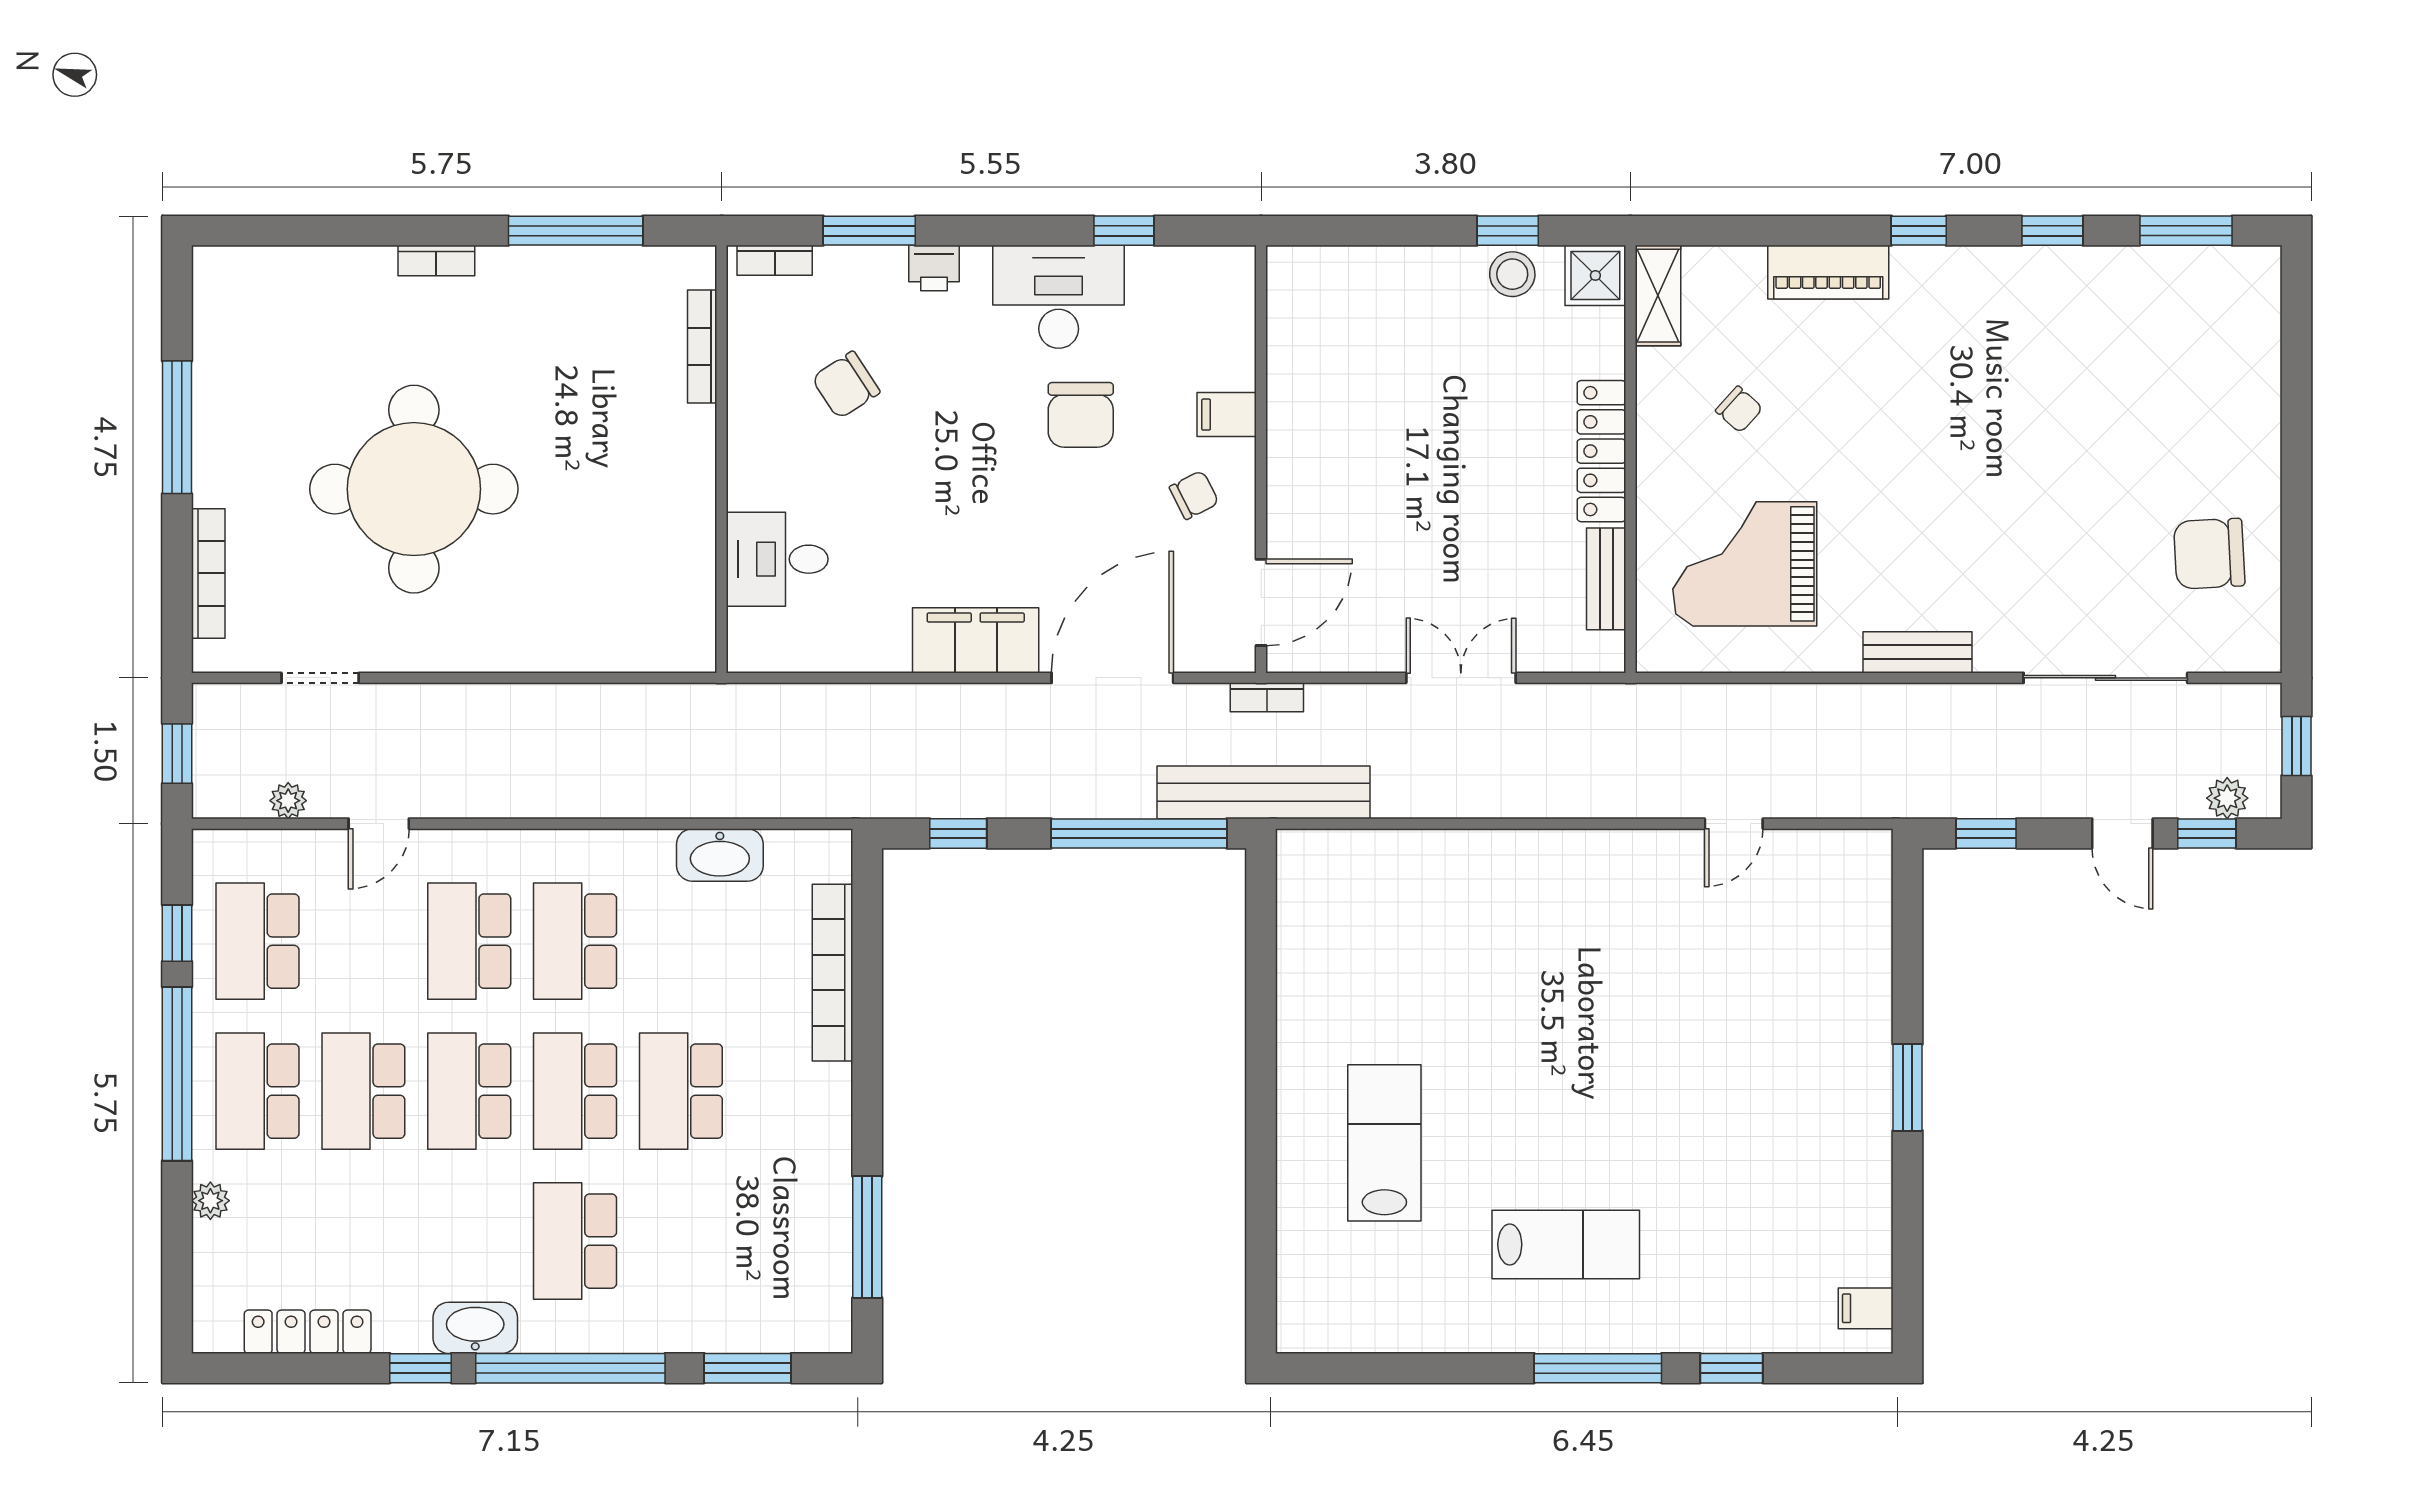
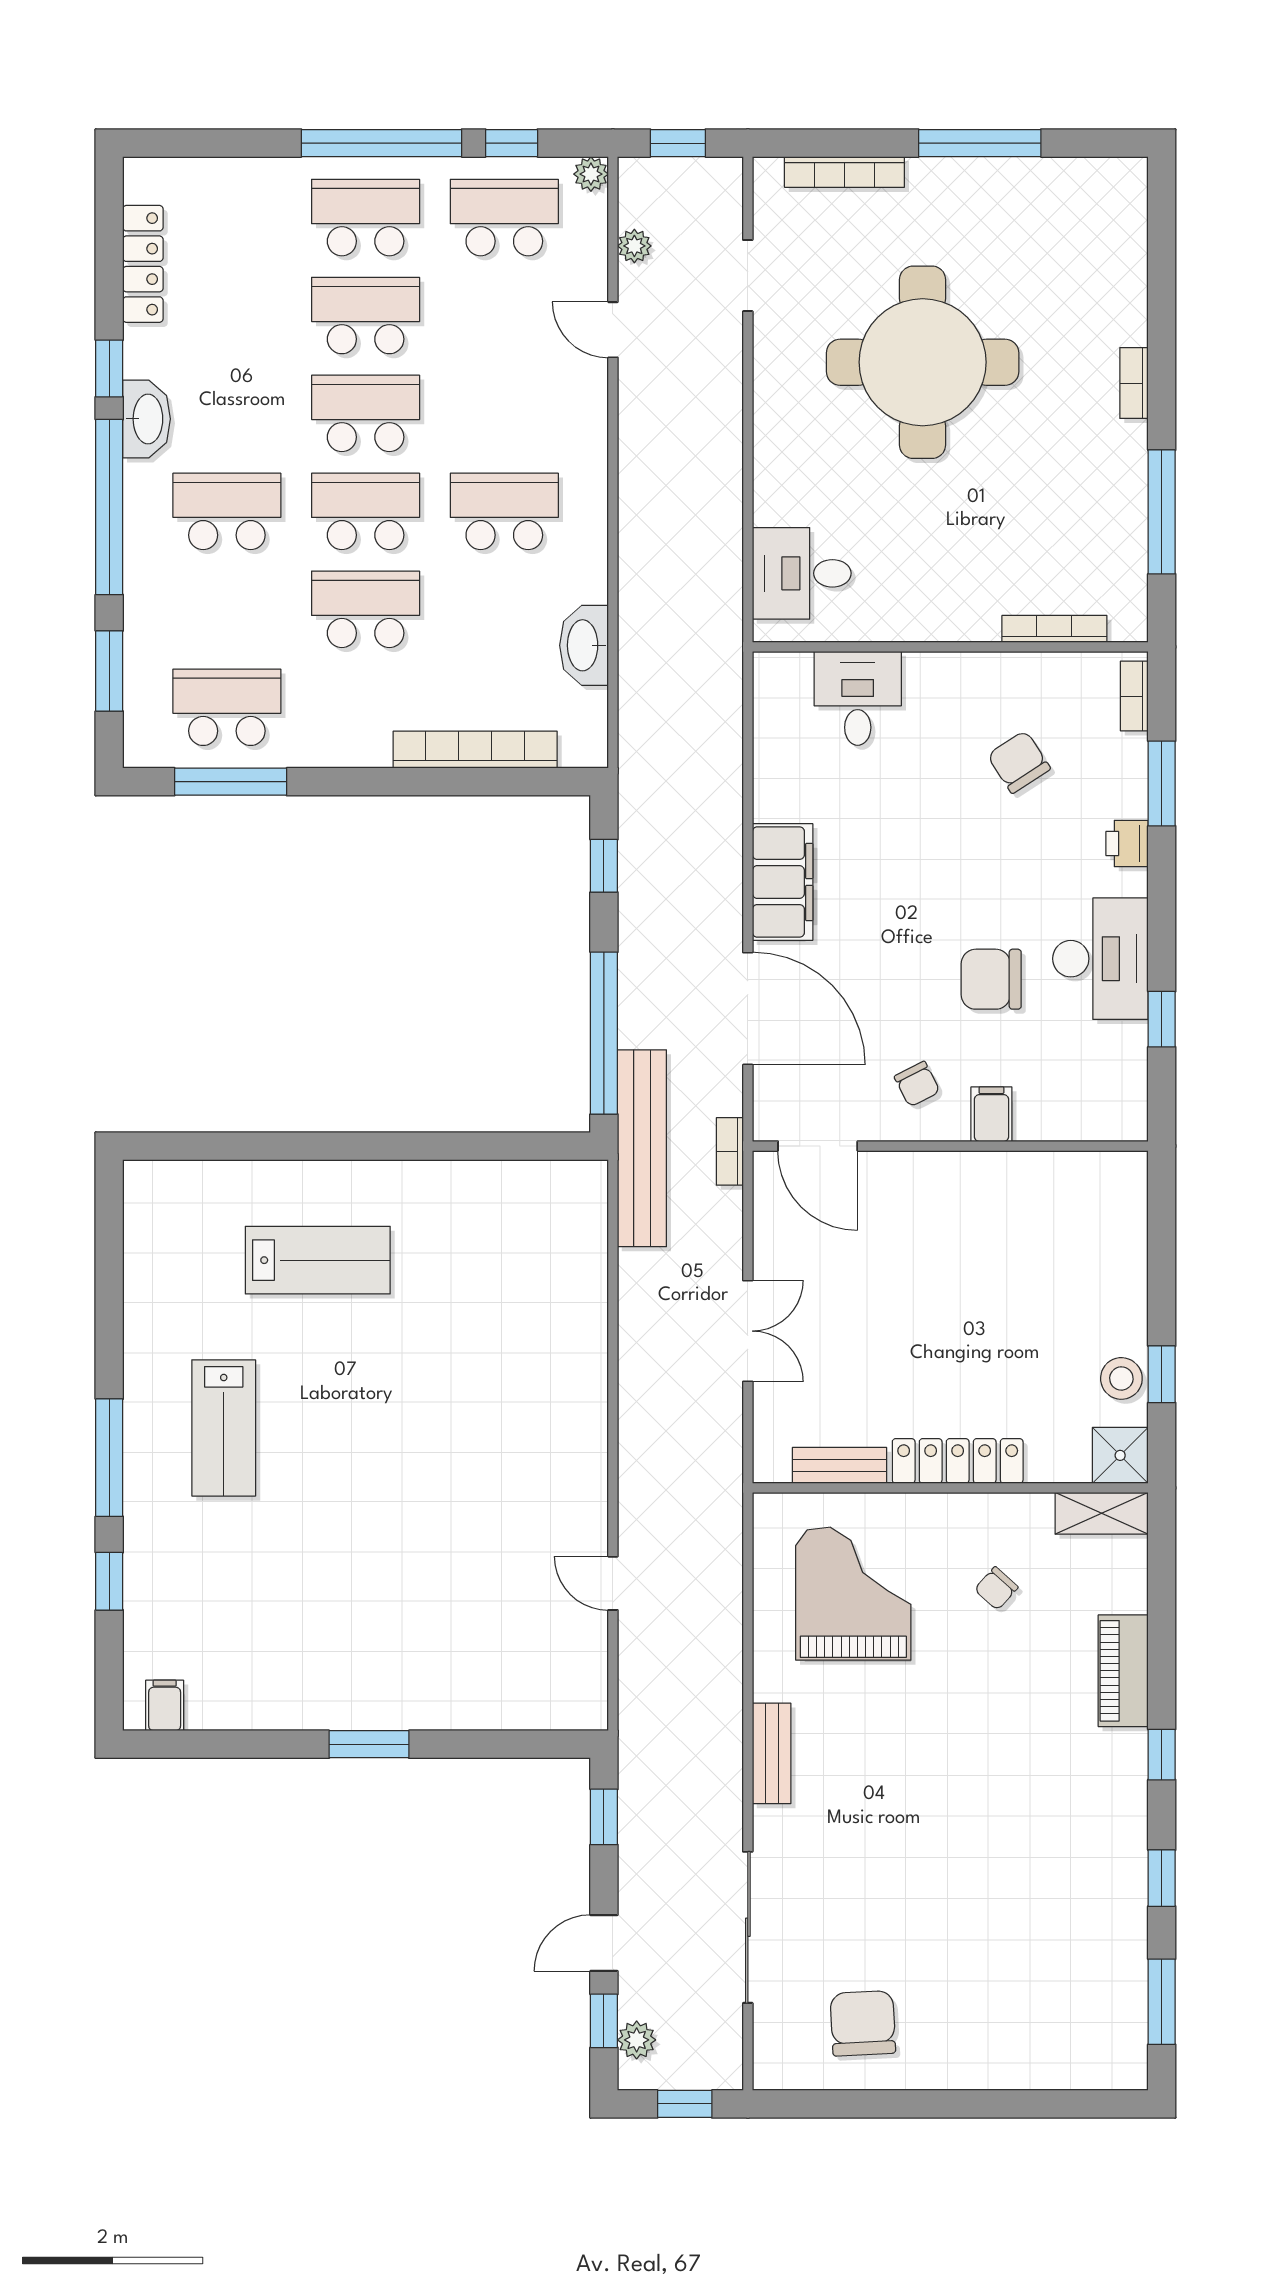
desk: (642, 620) -> (802, 573), added
school desk: (469, 941) -> (227, 707), moved
plant: (210, 1201) -> (591, 174), moved

